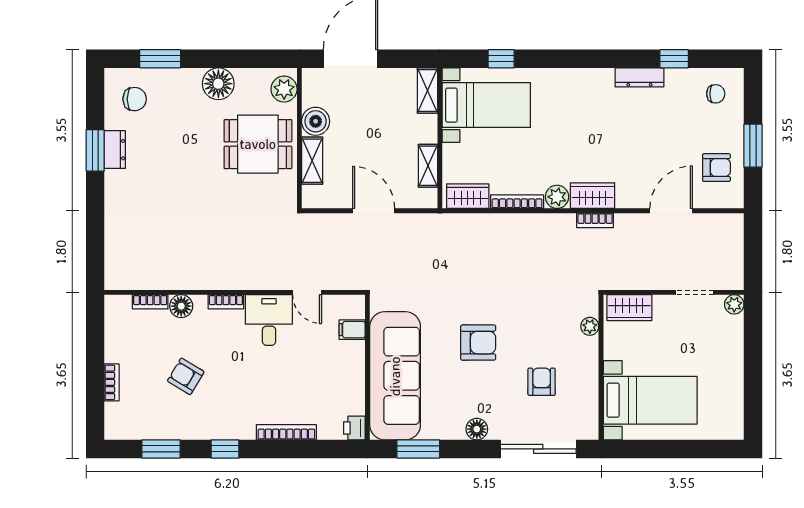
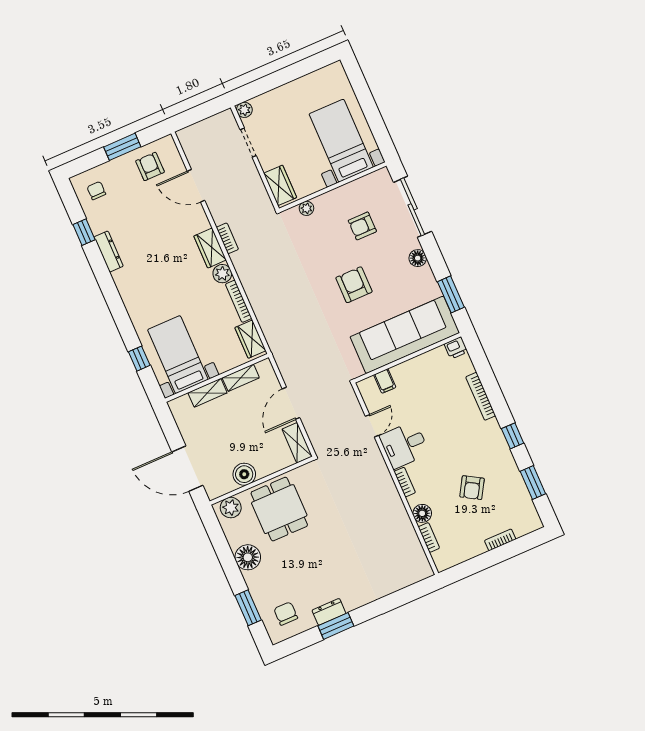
shelving: (427, 90) -> (207, 393), moved
shelving: (312, 161) -> (297, 443), moved, turned 90

